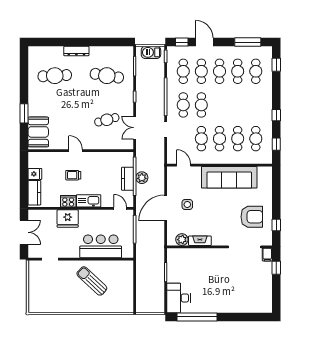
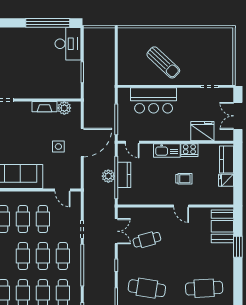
cafe table: (219, 105) -> (23, 256), added
fridge: (68, 219) -> (202, 131), moved

